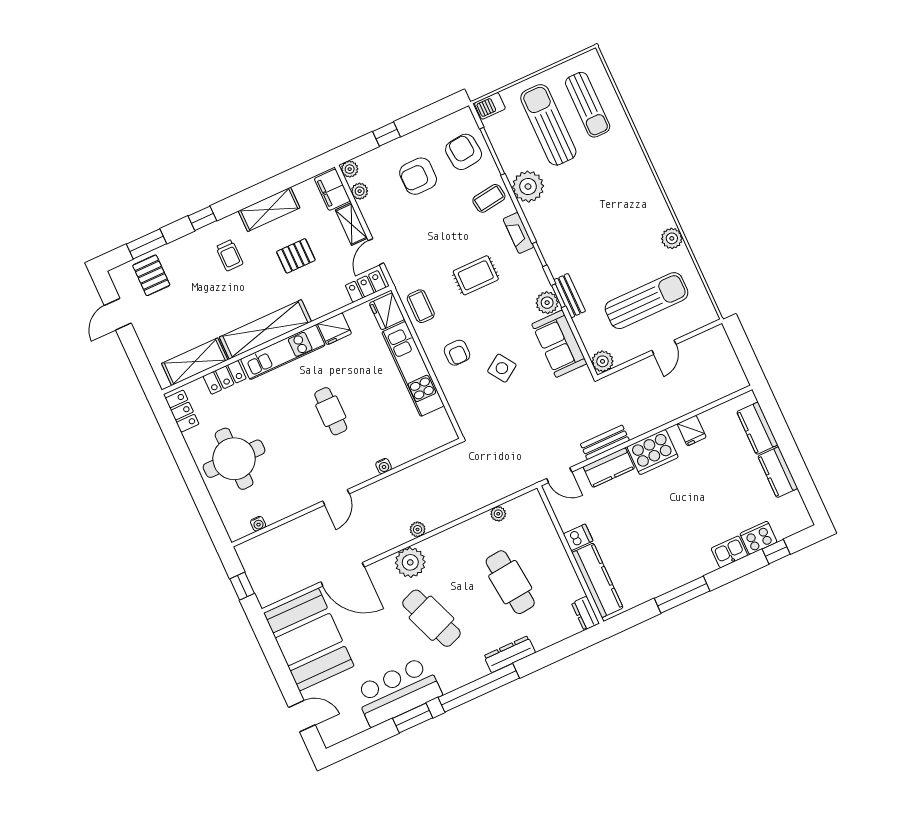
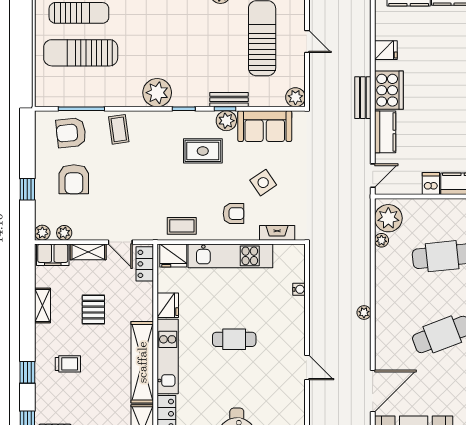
barbecue: (490, 106) -> (43, 94), removed
plant: (528, 187) -> (157, 93), moved
shelving: (269, 209) -> (42, 305), width x0.67, depth x0.75
fireplace: (518, 233) -> (277, 233), moved, turned 180
rug: (476, 275) -> (203, 151), moved, turned 90
bench: (605, 442) -> (363, 98), moved
water cooler: (384, 466) -> (299, 289), moved
plant: (410, 562) -> (388, 218), moved

